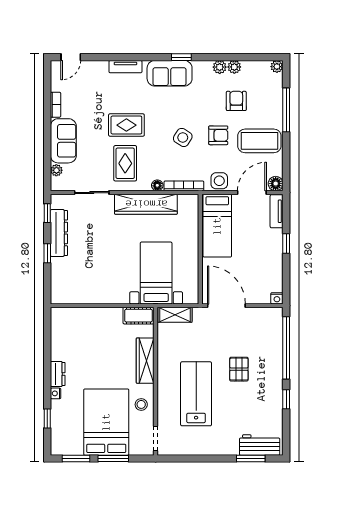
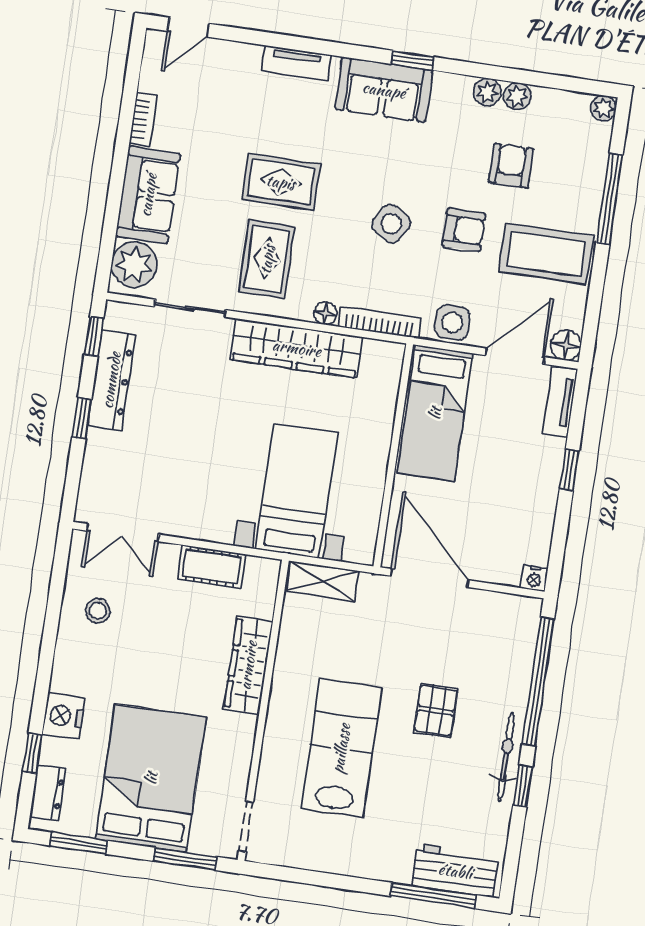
plant: (56, 170) -> (134, 265), width x1.88, depth x1.88
double door: (75, 306) -> (123, 533), added
cot: (139, 316) -> (212, 567), moved
dresser: (58, 374) -> (48, 793), moved
bicycle: (276, 386) -> (506, 757), added
nightstand: (56, 393) -> (63, 716), width x1.89, depth x1.79
stool: (141, 404) -> (98, 611), moved
window: (113, 459) -> (185, 859), moved
window: (251, 459) -> (433, 896), width x1.44

